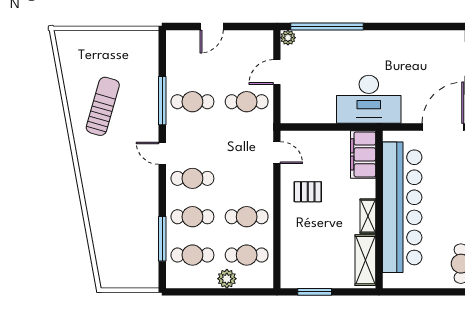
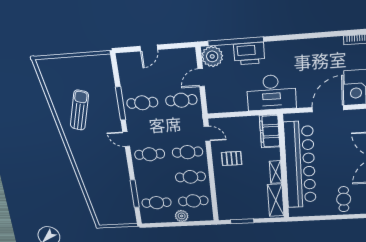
plant: (288, 38) -> (212, 56), width x1.87, depth x1.87
printer: (343, 44) -> (249, 54), added
cafe table: (192, 217) -> (187, 152), moved

